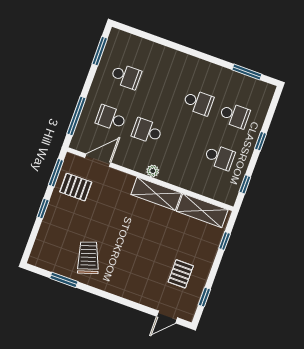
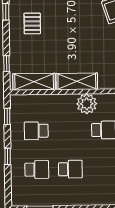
school desk: (198, 102) -> (70, 169), turned 180
school desk: (235, 115) -> (37, 170), turned 180
plant: (153, 171) -> (87, 104), width x1.88, depth x1.88

